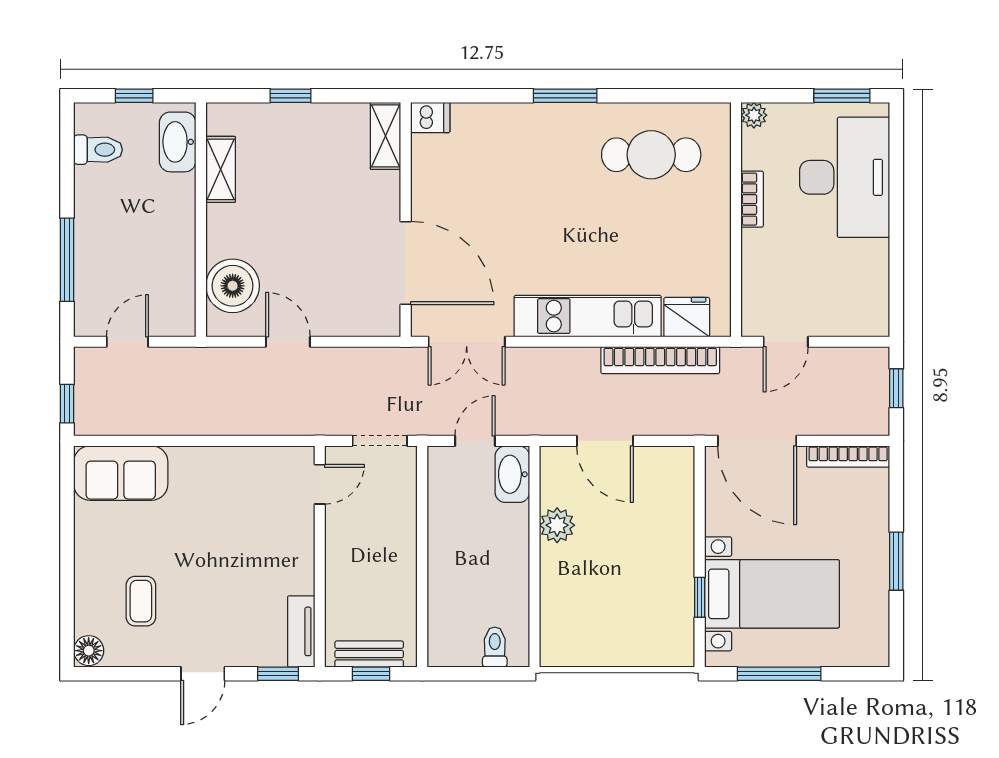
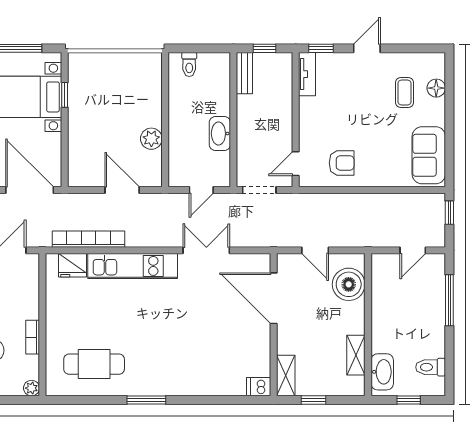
dishwasher: (430, 117) -> (259, 387), moved
shelving: (386, 136) -> (286, 376), moved
wall: (406, 220) -> (274, 325), moved
door: (406, 263) -> (274, 298), moved
sofa: (121, 473) -> (429, 155), moved, turned -90
washbasin: (512, 474) -> (220, 134), moved, turned 180
armchair: (244, 485) -> (342, 163), added
floor lamp: (89, 651) -> (436, 88), moved
bench: (369, 654) -> (244, 73), moved, turned 90

